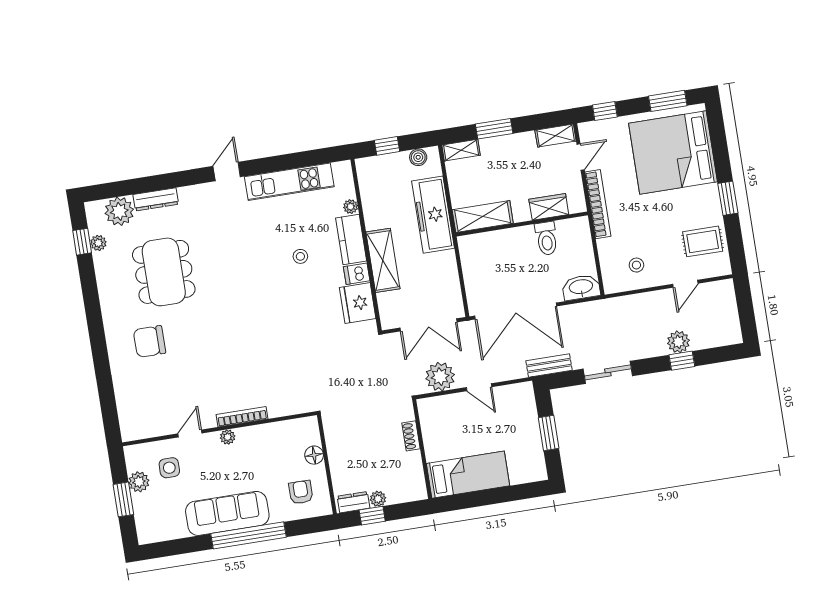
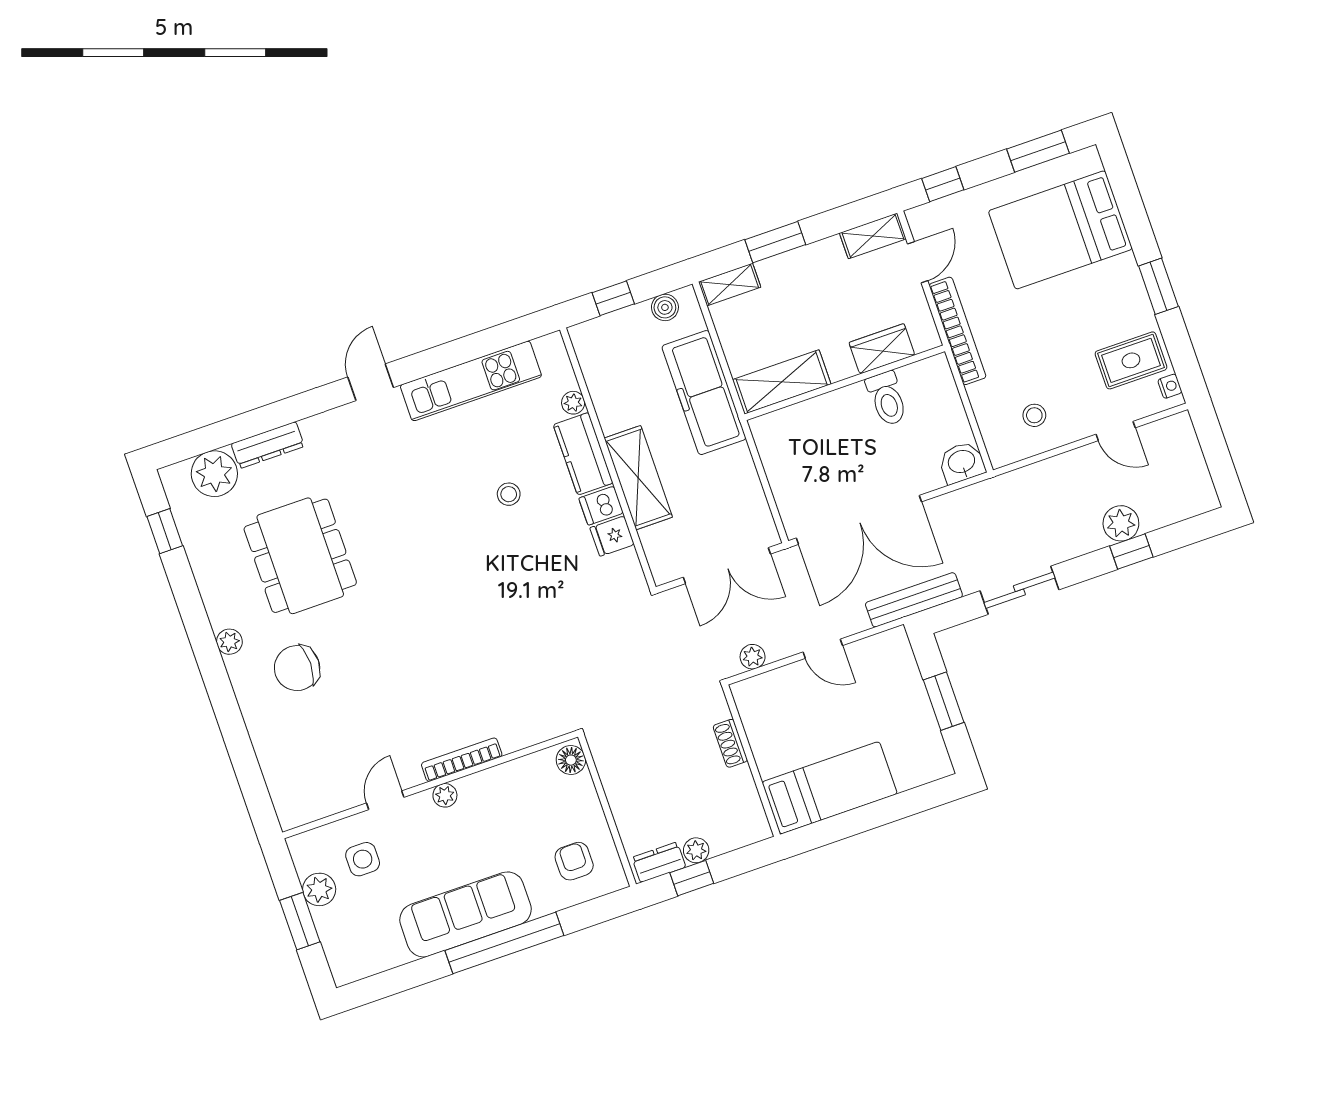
bed: (673, 152) -> (1060, 230), width x0.73
plant: (98, 243) -> (229, 642), moved
nightstand: (724, 262) -> (1170, 386), added
door: (685, 284) -> (1116, 431), hinge flipped
washbasin: (581, 287) -> (962, 462), width x0.72
fridge: (358, 303) -> (612, 536), width x0.53, depth x0.75
bench: (549, 365) -> (914, 600), width x1.36
plant: (440, 377) -> (753, 657), width x0.53, depth x0.53
floor lamp: (314, 455) -> (571, 760), moved

